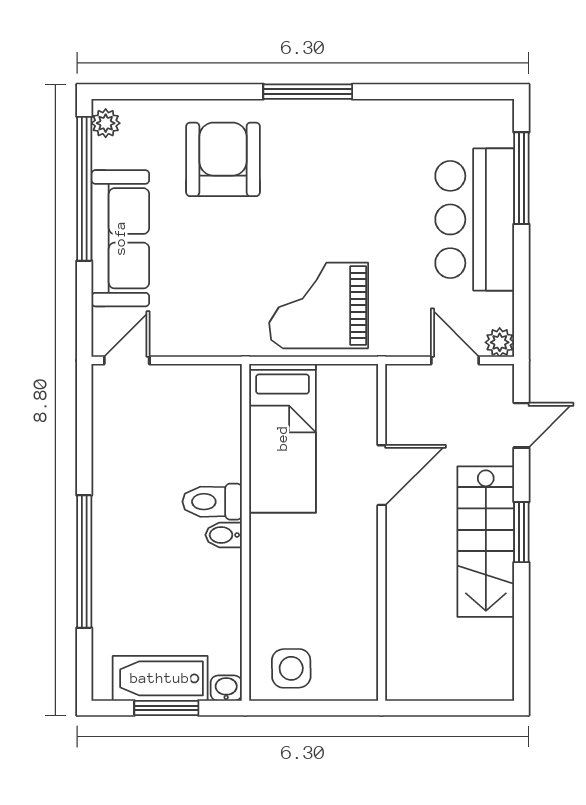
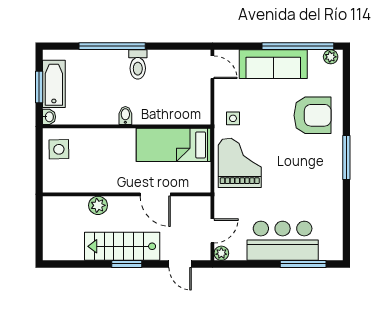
side table: (229, 319) -> (233, 118), added
toilet: (212, 502) -> (138, 64), moved, turned 180
plant: (404, 590) -> (98, 205), added

